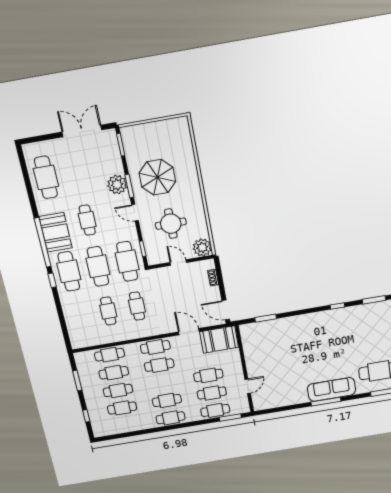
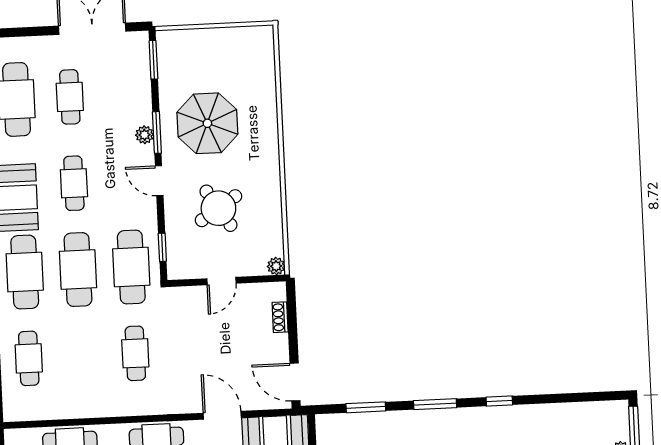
cafe table: (76, 172) -> (70, 97), added
plant: (117, 185) -> (145, 135), width x0.53, depth x0.53
round table: (171, 224) -> (218, 208), turned -33
plant: (202, 247) -> (276, 266), width x0.53, depth x0.53
door: (178, 263) -> (222, 281), swing flipped
window: (374, 300) -> (435, 404), moved
cafe table: (108, 311) -> (29, 358), moved

